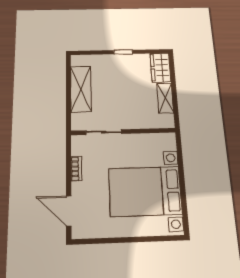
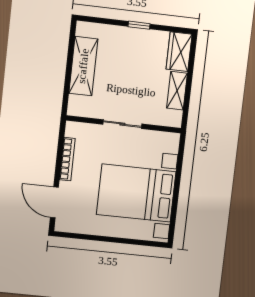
sliding door: (104, 132) -> (122, 124), moved
bookcase: (76, 169) -> (67, 159), width x1.56

